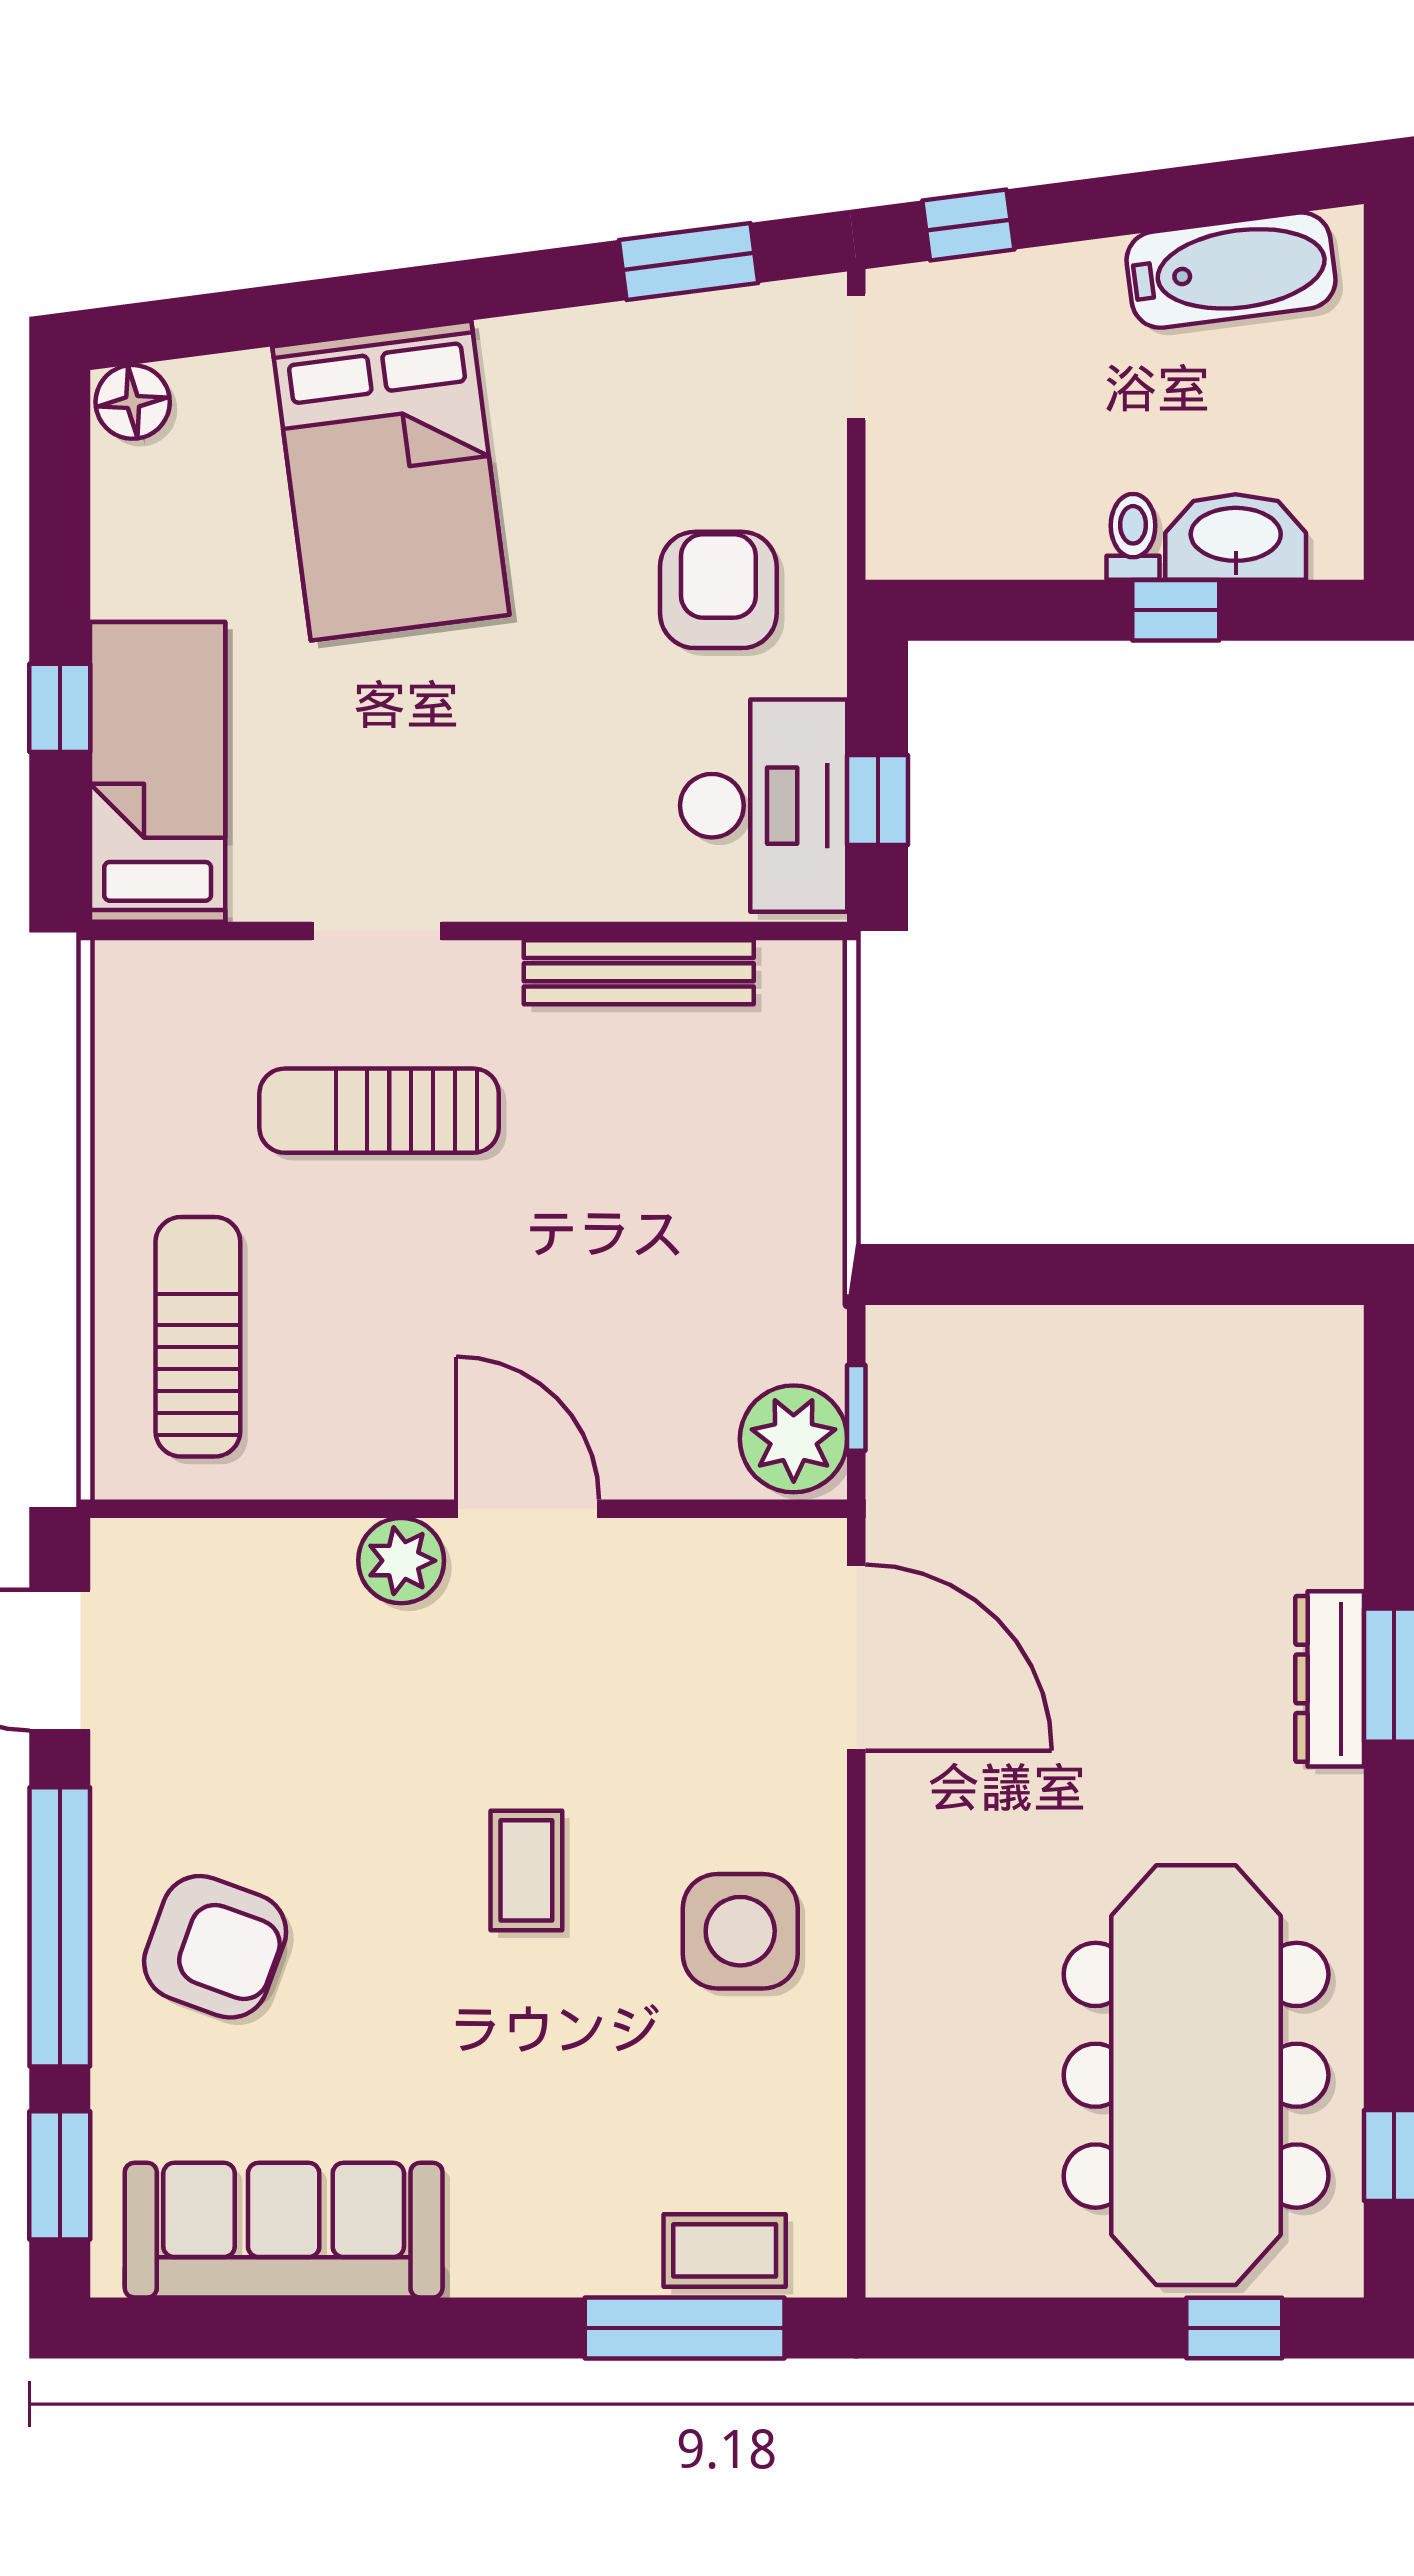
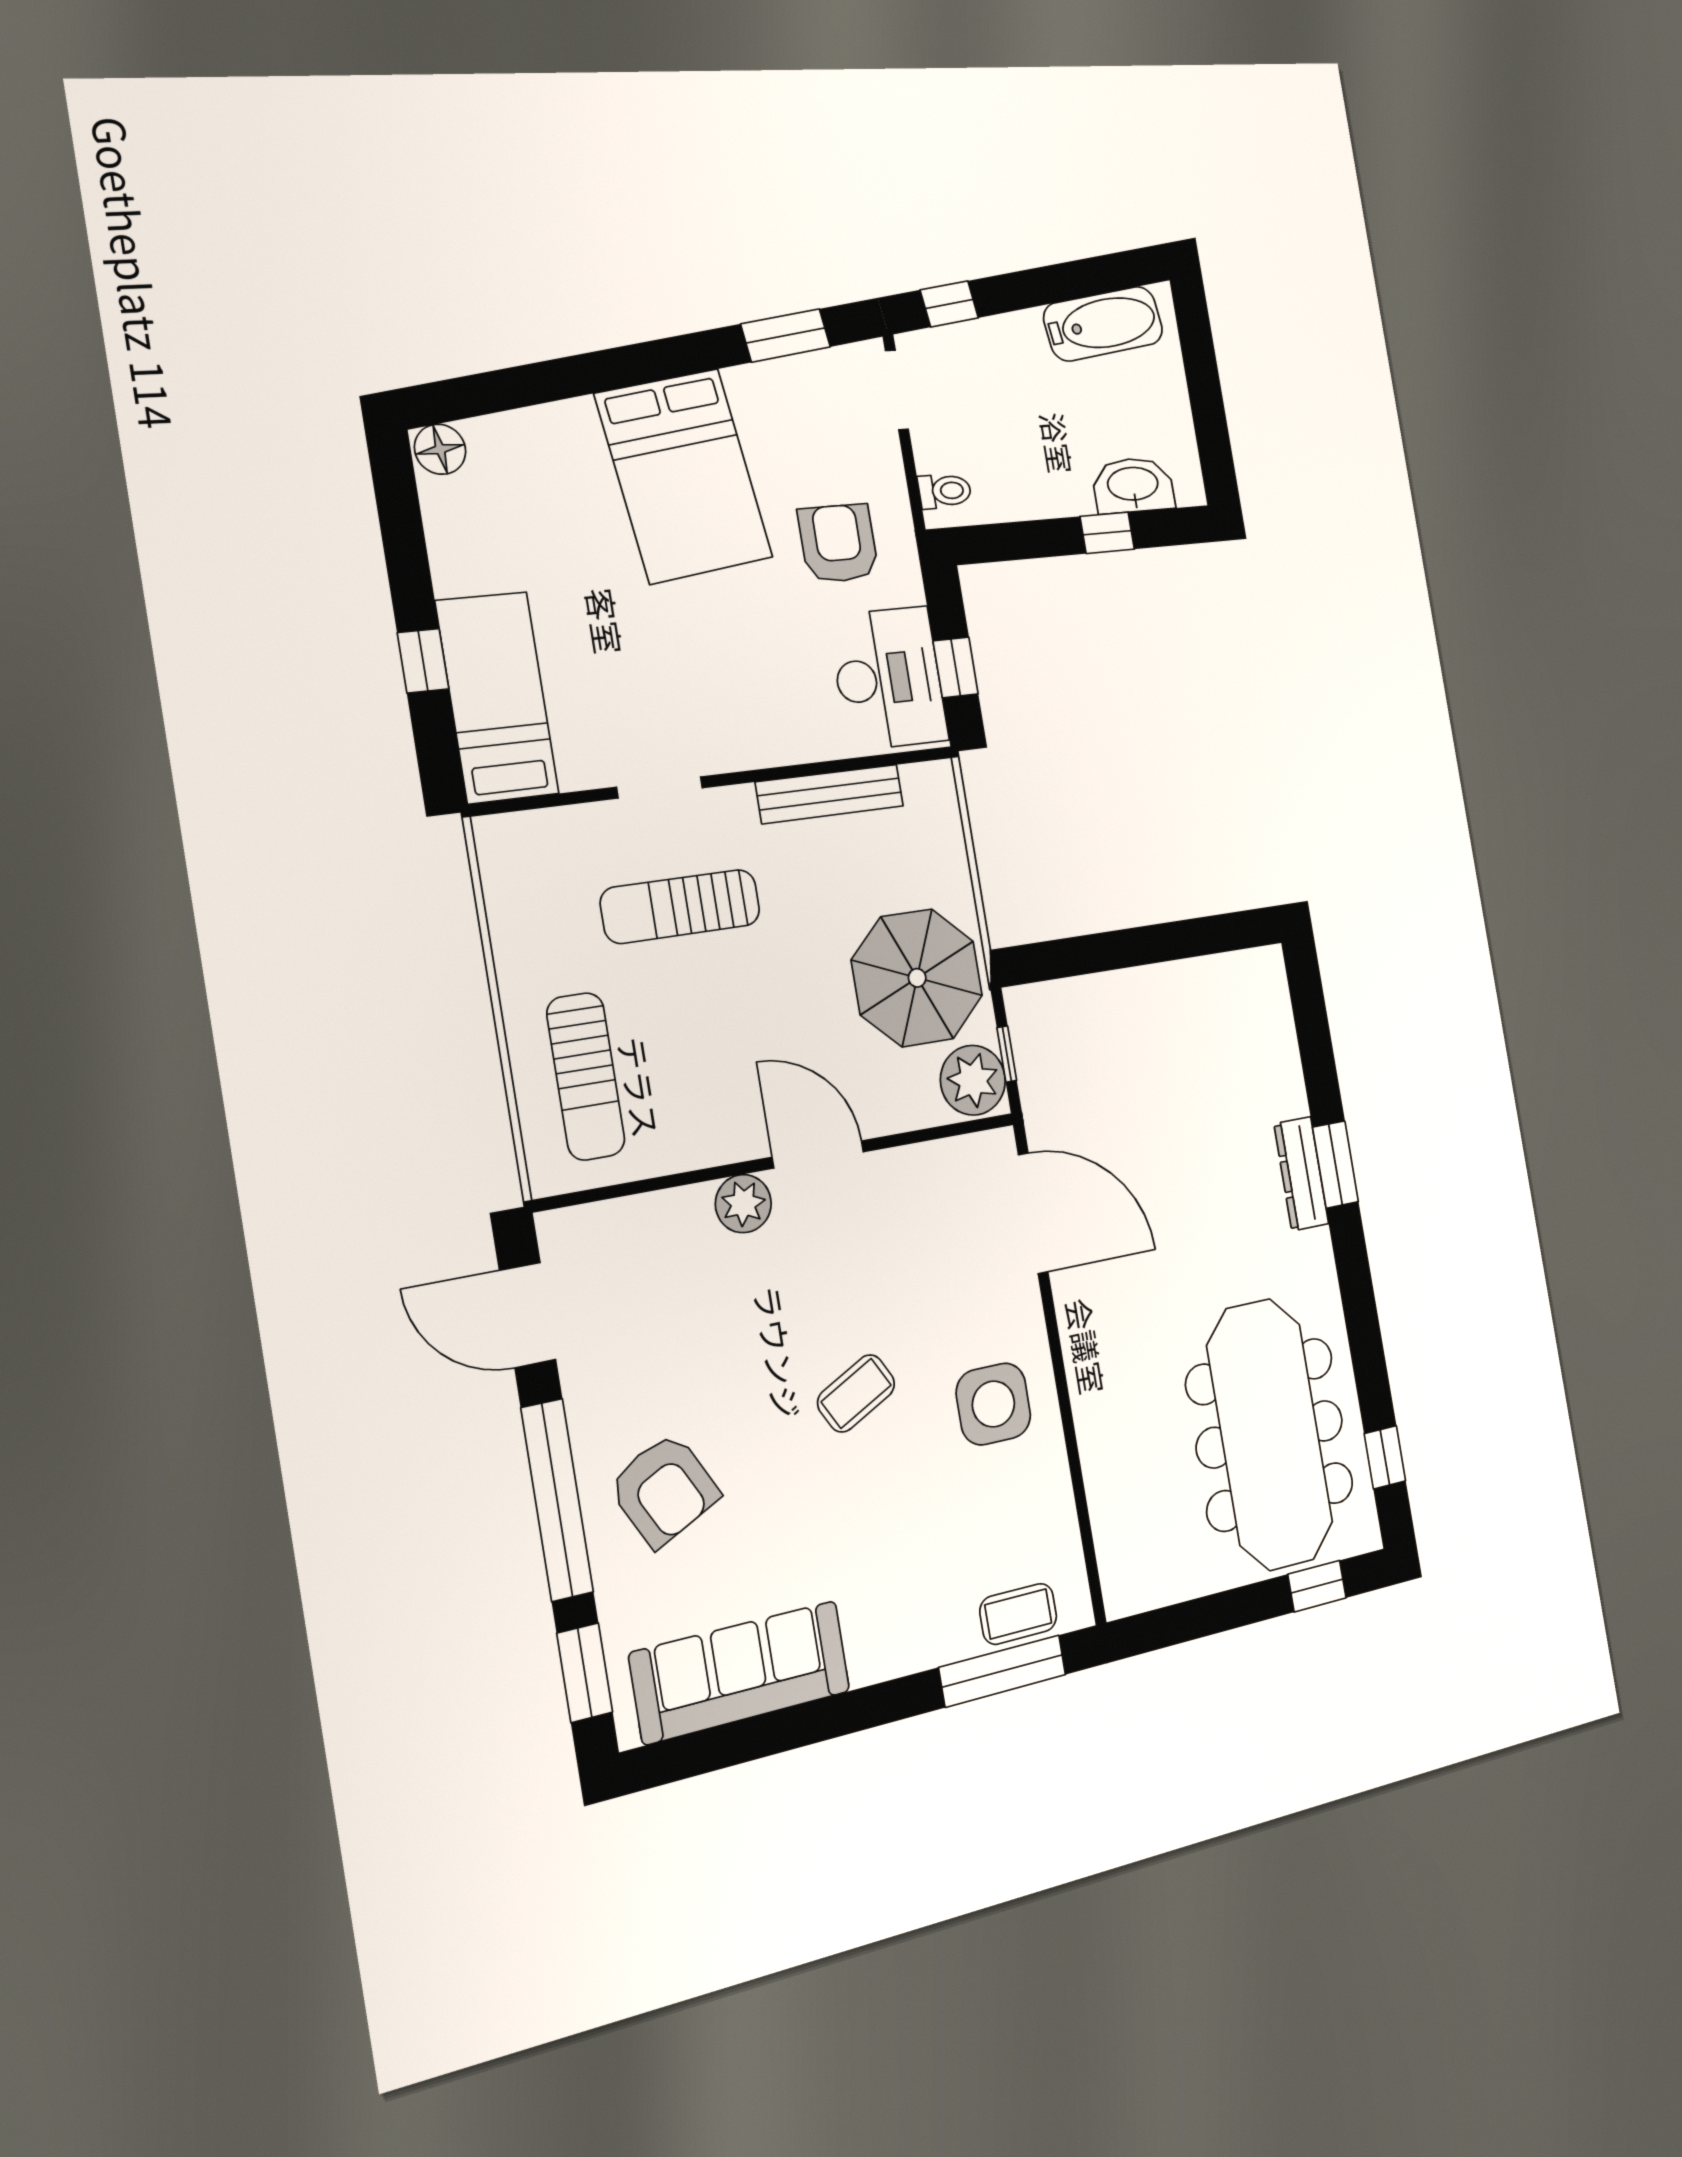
bed: (391, 481) -> (684, 476), moved
toilet: (1133, 537) -> (945, 491), moved, turned 90
parasol: (730, 1270) -> (917, 978), added
sun lounger: (198, 1337) -> (586, 1076), turned 180
coffee table: (526, 1870) -> (856, 1393), turned 62
armchair: (215, 1947) -> (664, 1490), turned 43

